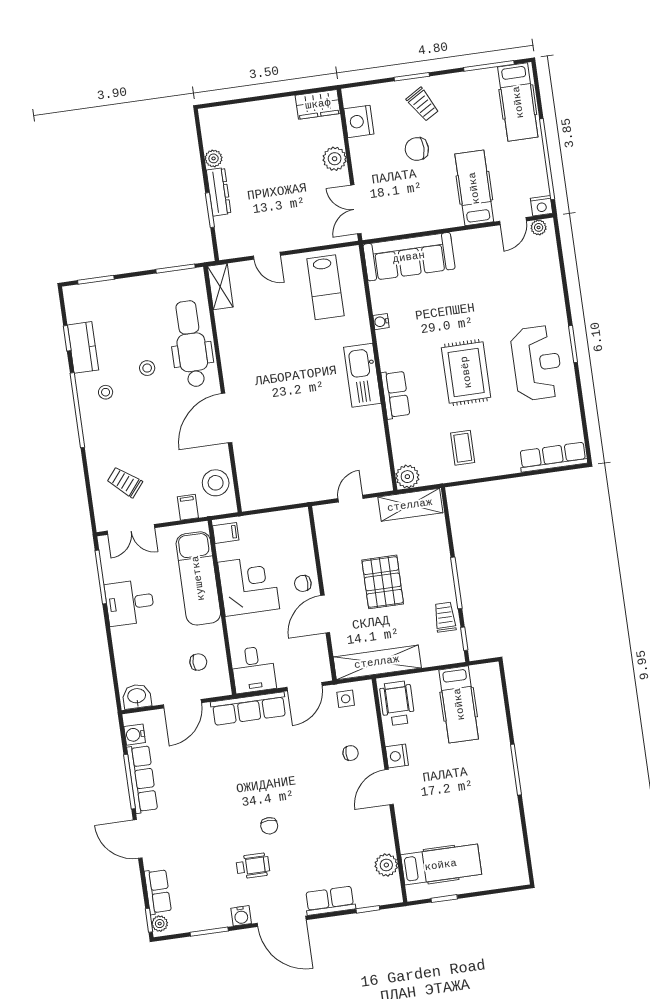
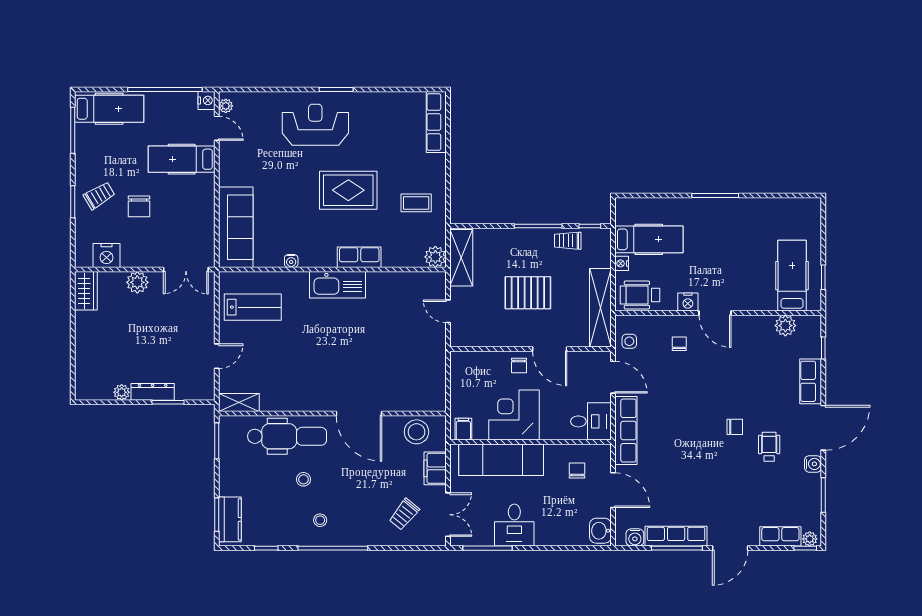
dental chair: (191, 344) -> (287, 436), turned 180
kitchen counter: (83, 347) -> (230, 519), moved, turned 90
reception desk: (537, 363) -> (315, 125), moved
filing cabinet: (188, 507) -> (435, 468), width x2.00
nightstand: (428, 679) -> (622, 263), added

